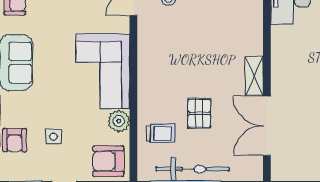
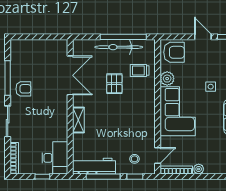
shelving: (254, 76) -> (78, 120), moved
side table: (53, 137) -> (211, 87), moved

